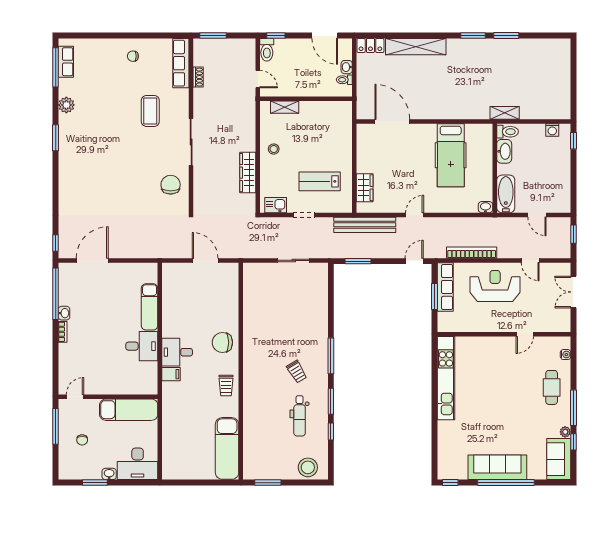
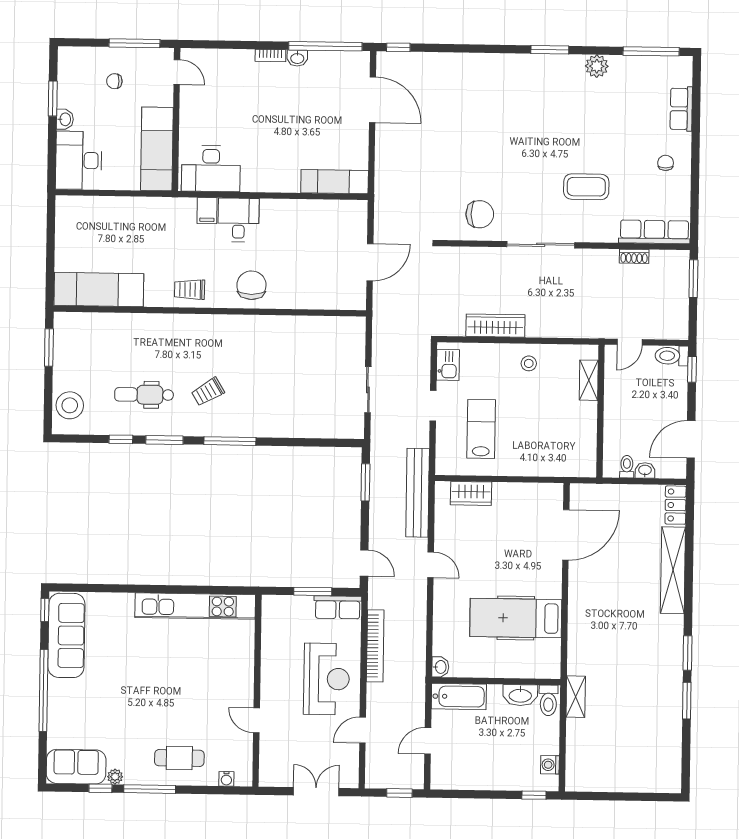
row of seats: (66, 62) -> (681, 109), moved, turned 90
row of seats: (445, 287) -> (338, 607), width x0.68
exam couch: (150, 307) -> (335, 182), moved
desk: (142, 346) -> (211, 169), moved, width x1.37
sofa: (497, 467) -> (66, 635), moved

